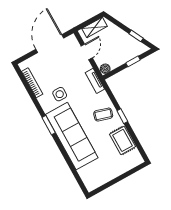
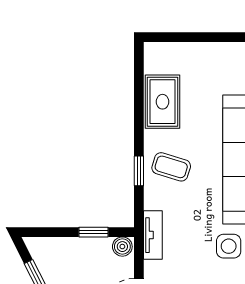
window: (133, 61) -> (94, 232), moved
window: (122, 116) -> (139, 171), moved

